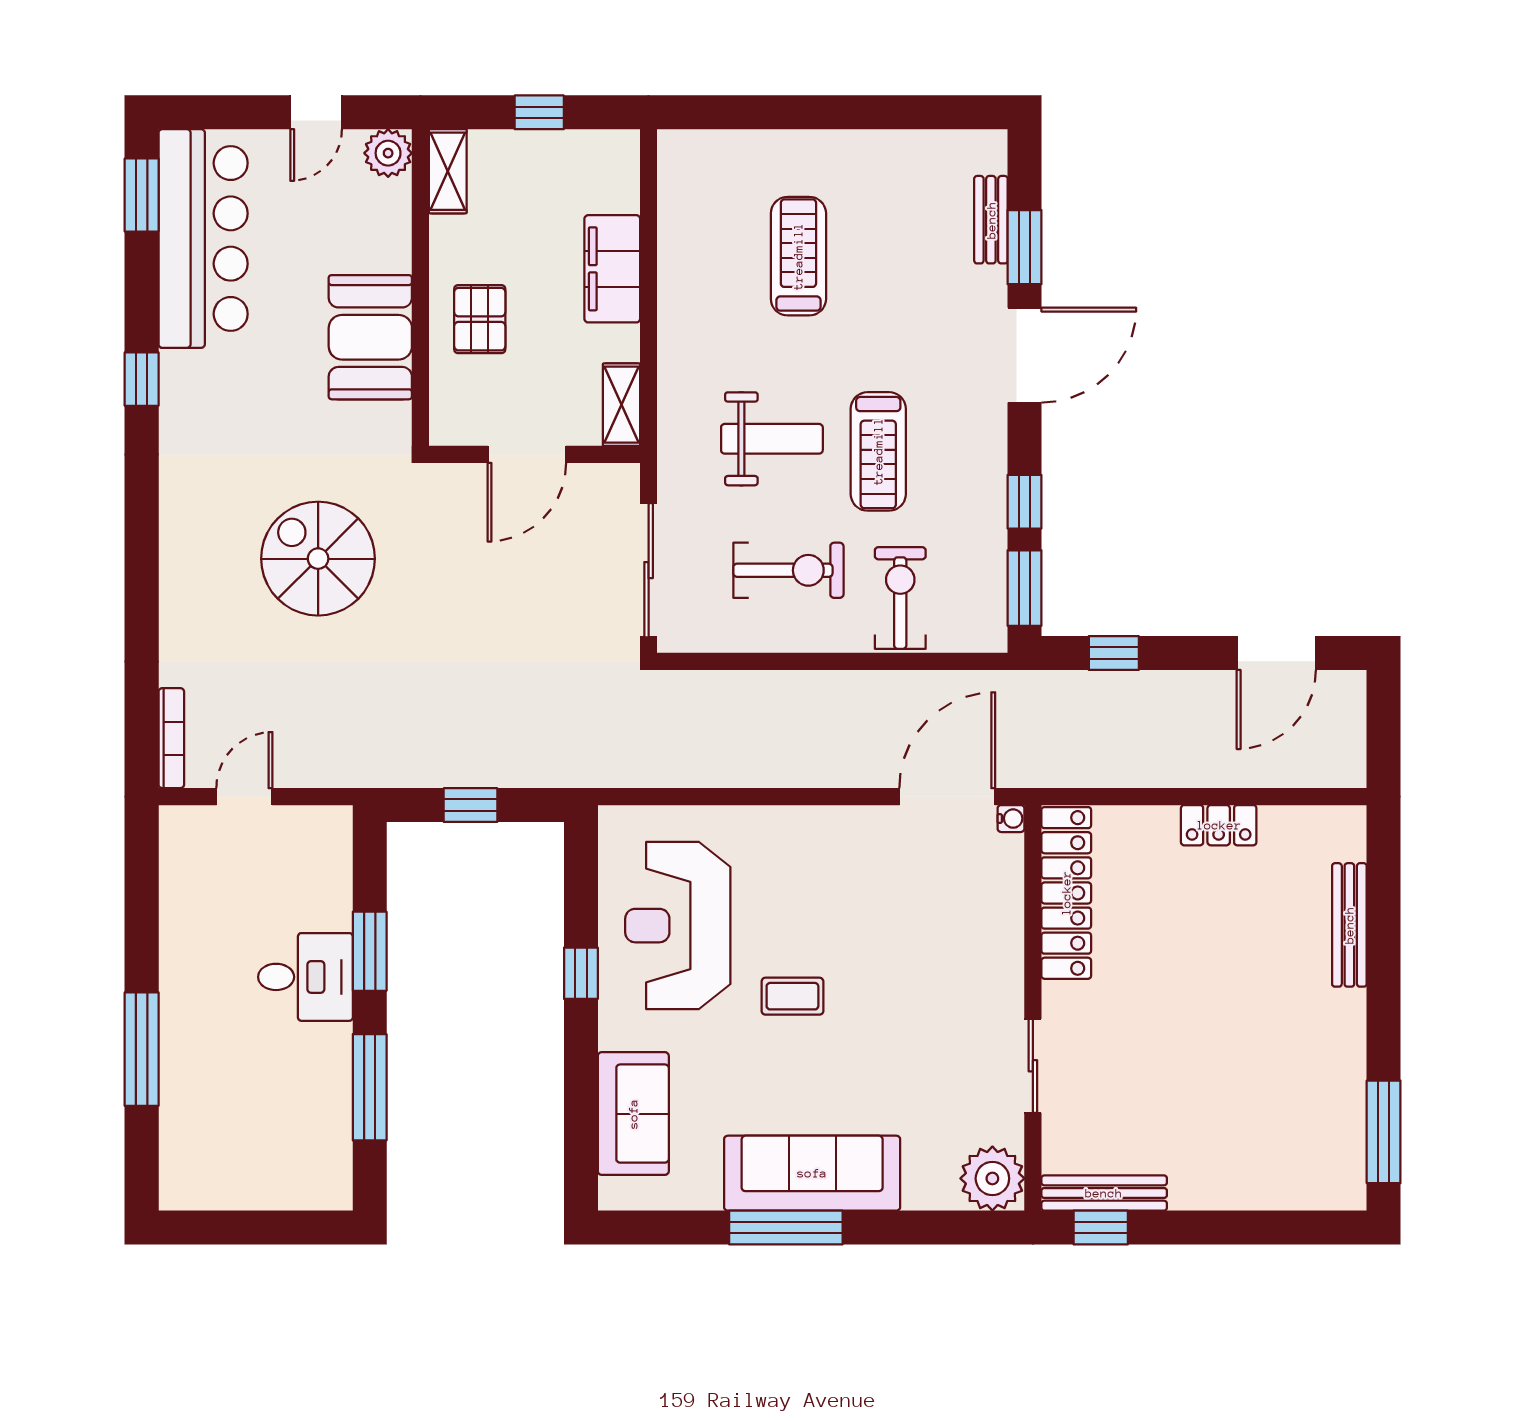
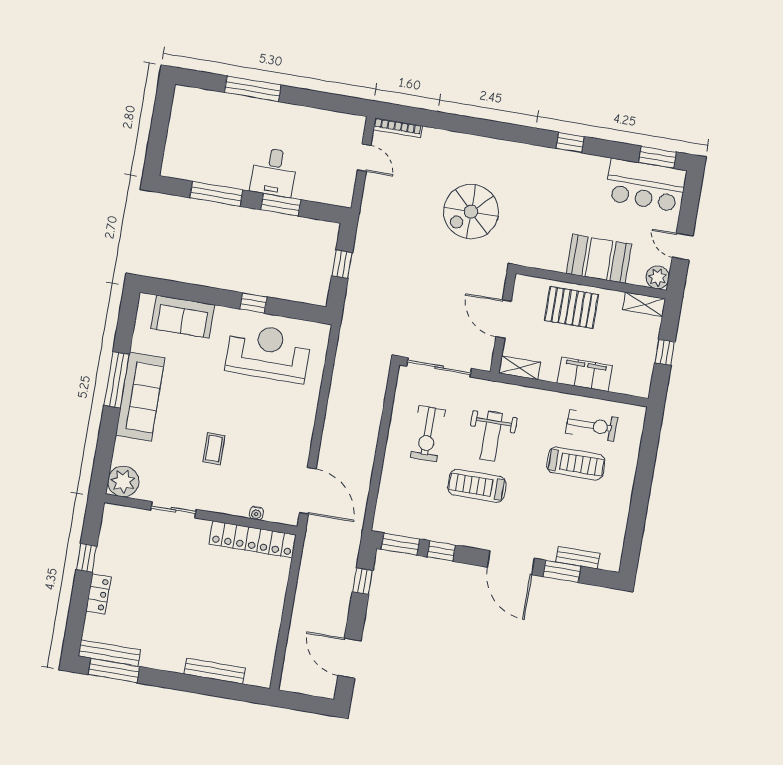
bar counter: (203, 239) -> (646, 185), width x0.73
pallet: (480, 319) -> (572, 307), width x1.50, depth x1.42
booth: (370, 337) -> (599, 259), moved
spiral stairs: (318, 559) -> (471, 212), turned 180
exercise bike: (900, 598) -> (592, 425), moved
water cooler: (1011, 819) -> (256, 513), moved
locker: (1219, 825) -> (98, 594), moved, turned 180
coffee table: (792, 996) -> (214, 449), moved
bench: (1104, 1193) -> (109, 653), moved, turned 90
window: (1101, 1227) -> (86, 558), moved

